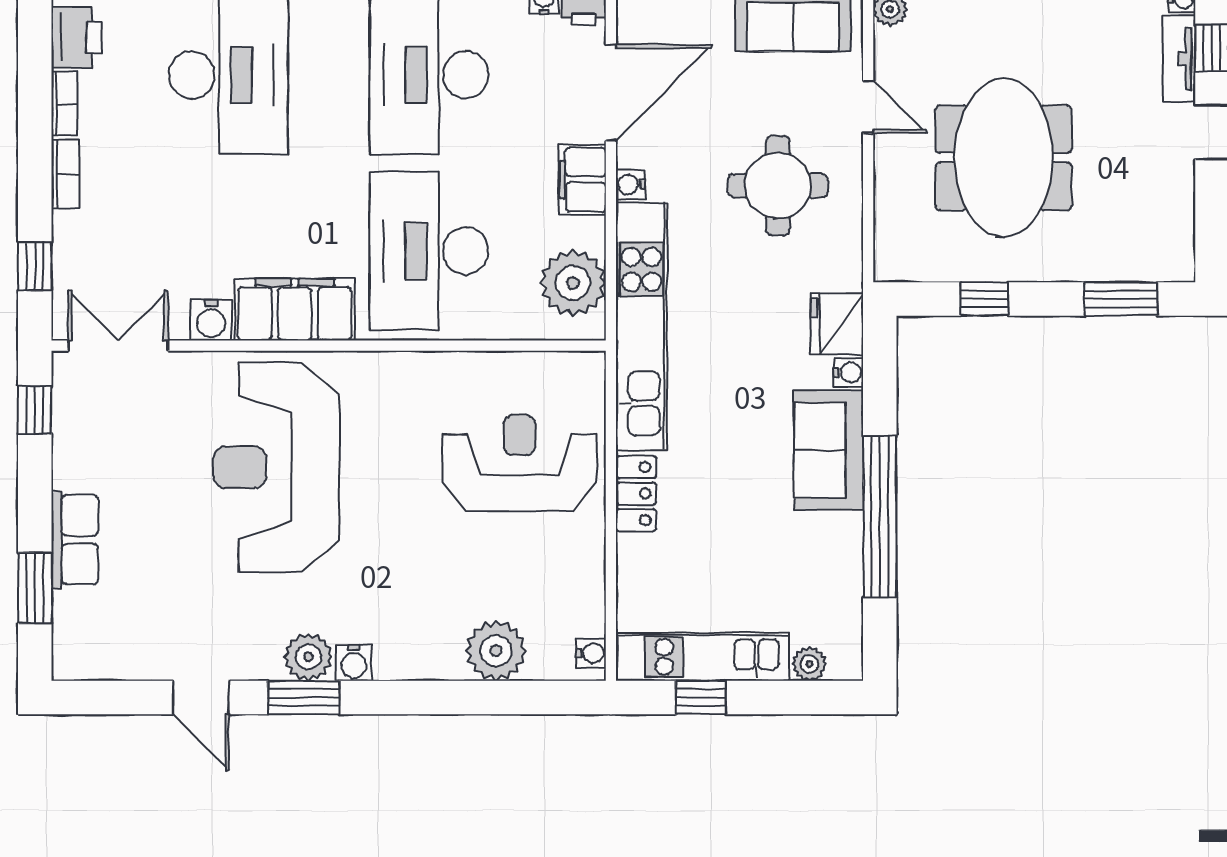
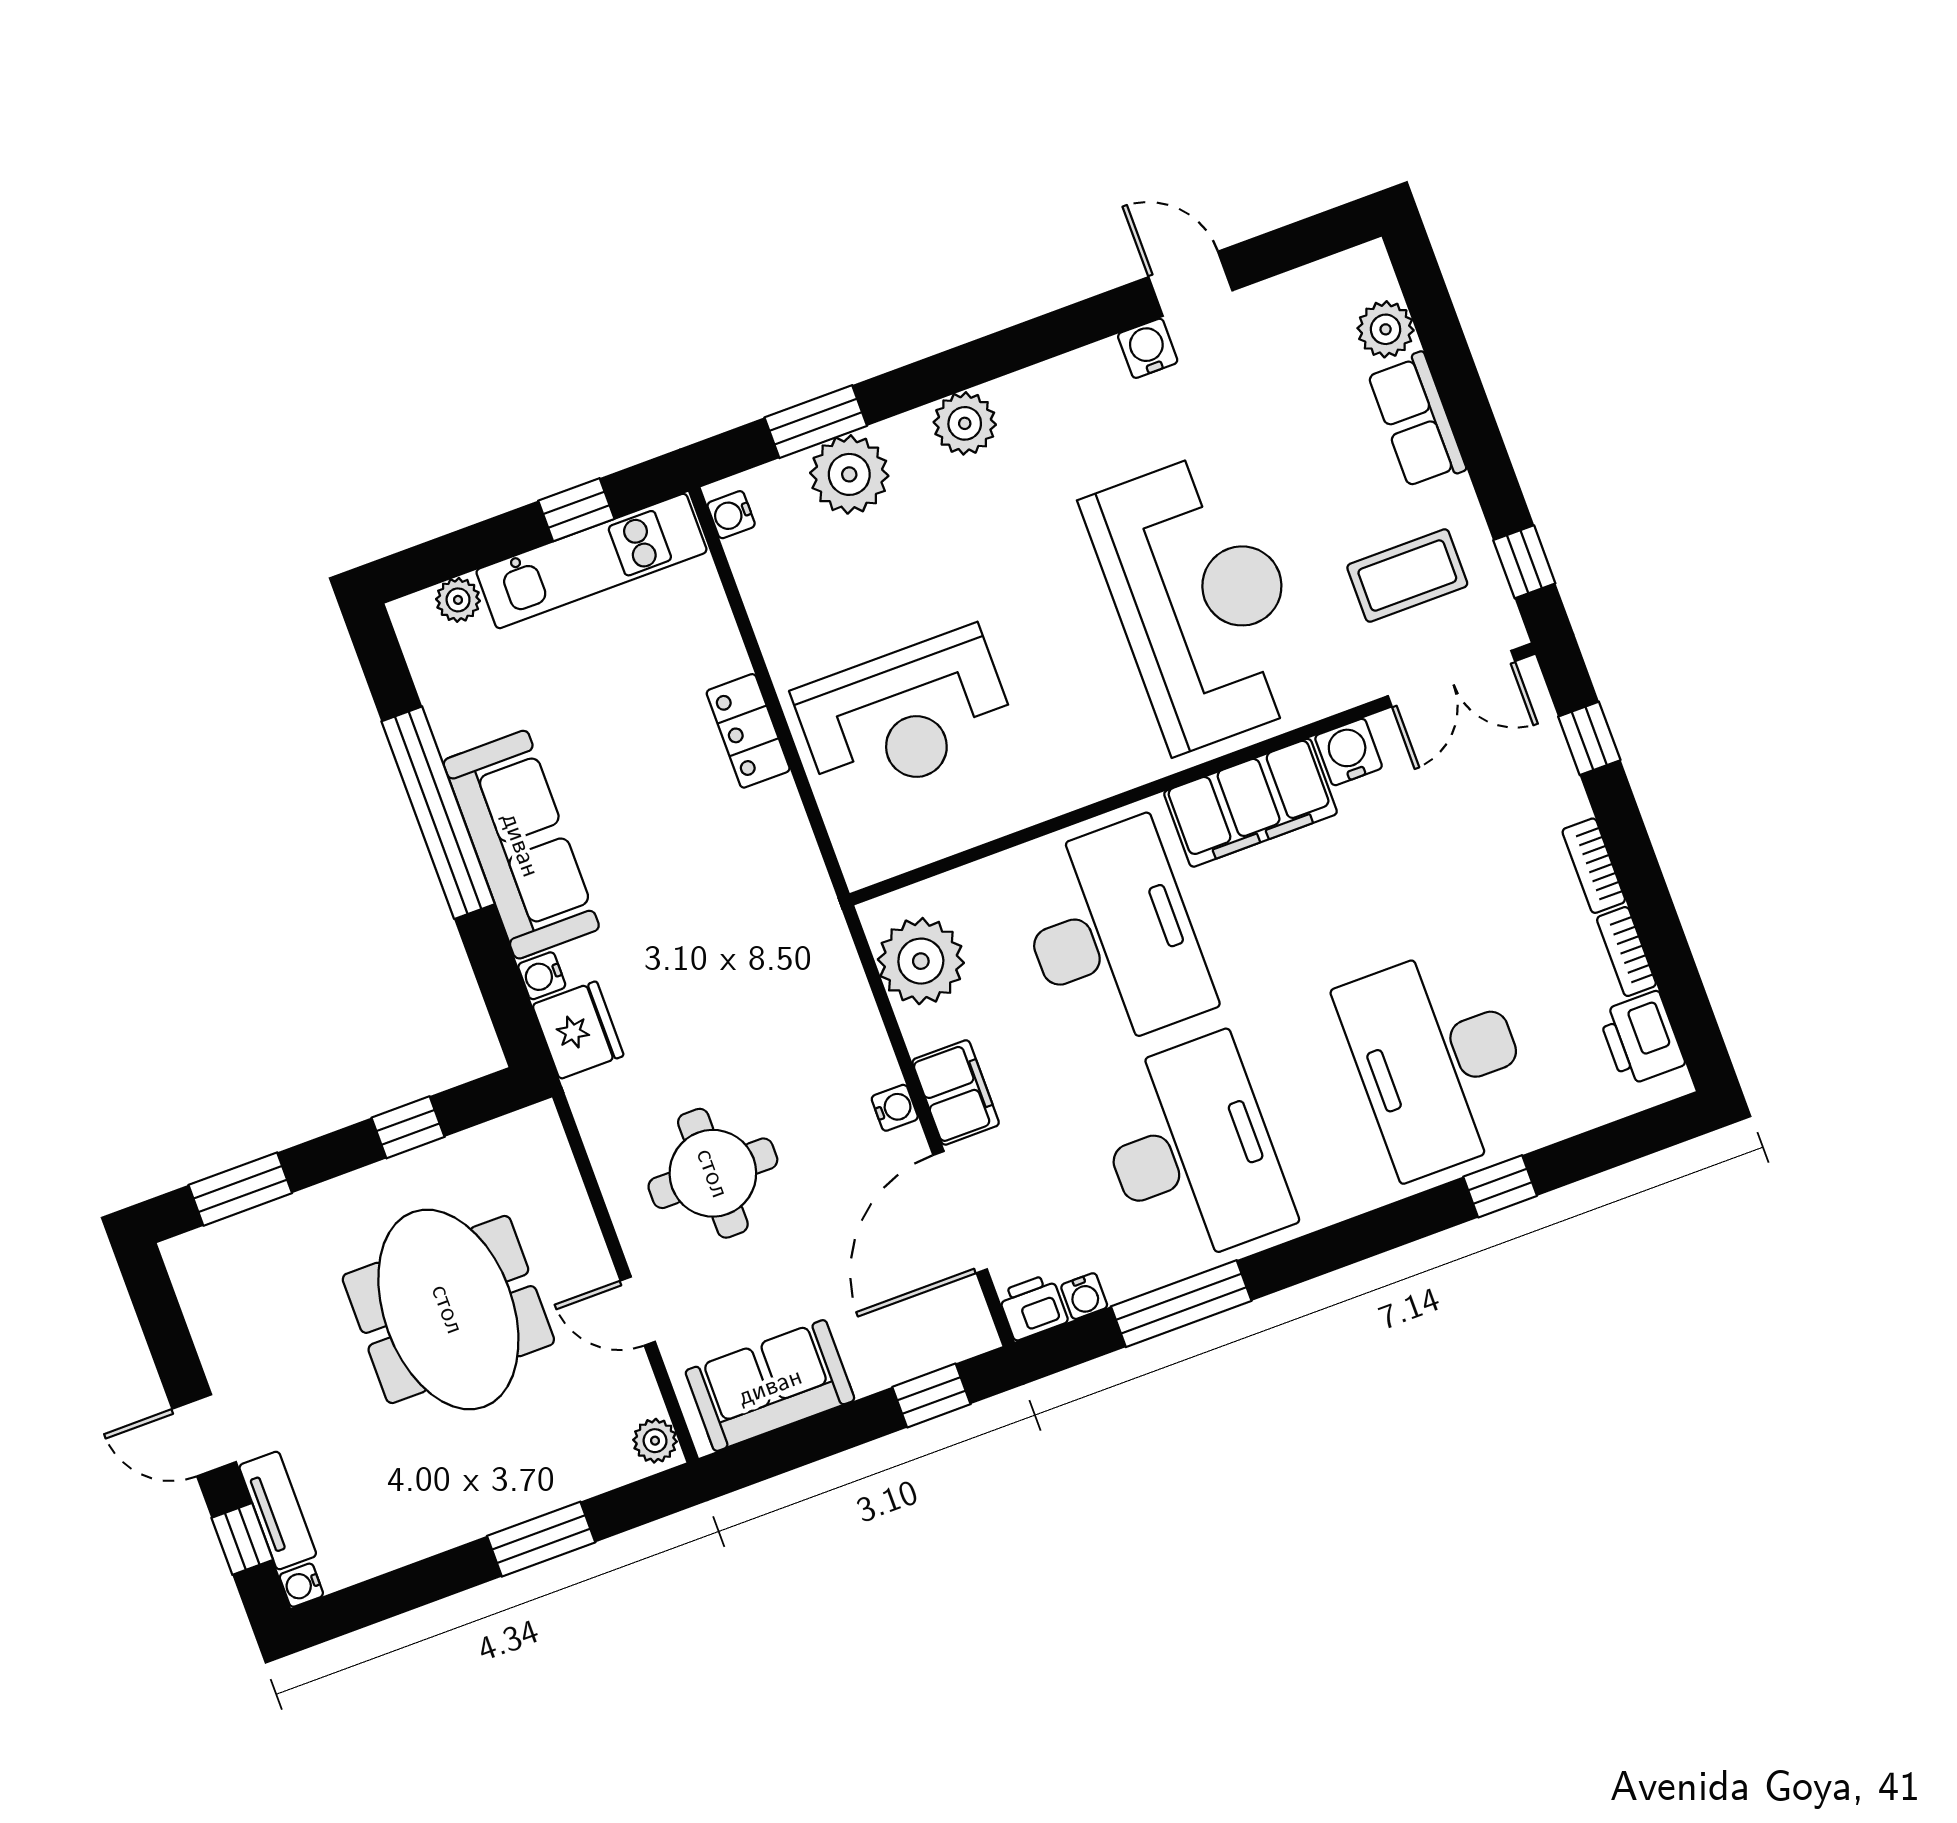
kitchen unit: (642, 326) -> (817, 939), removed
coffee table: (122, 431) -> (1407, 576), added
sofa: (829, 450) -> (521, 845), width x1.36
window: (35, 588) -> (1444, 343), removed
plant: (73, 613) -> (1386, 329), added
plant: (308, 657) -> (965, 423), moved
water cooler: (354, 662) -> (1148, 348), moved
window: (304, 697) -> (816, 422), moved

